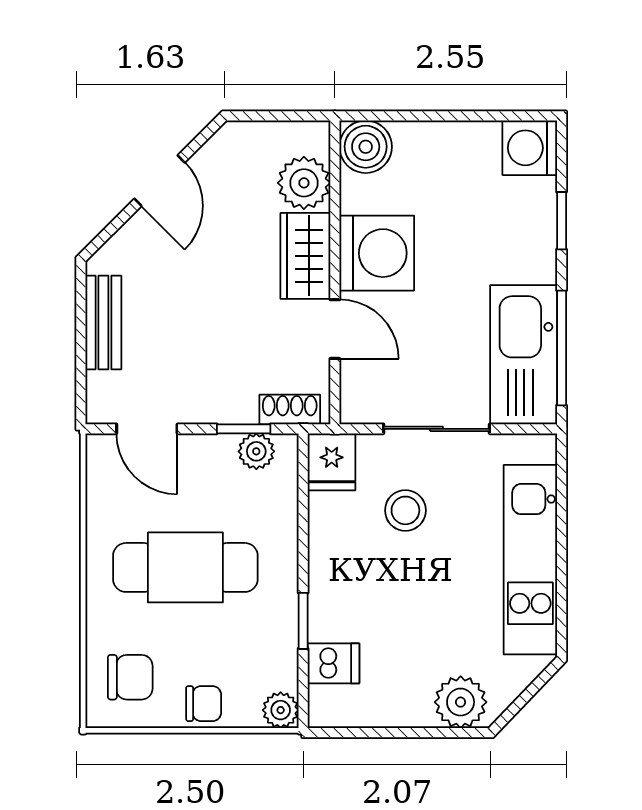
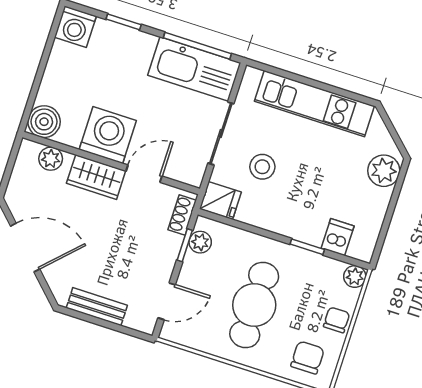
door: (160, 181) -> (25, 248), width x1.38
plant: (304, 183) -> (51, 159), width x0.73, depth x0.73

